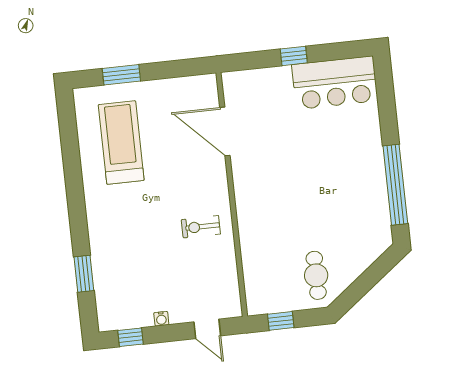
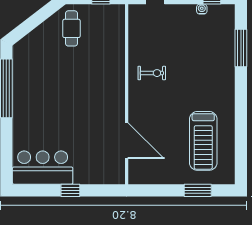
window: (84, 274) -> (241, 48), width x1.44
water cooler: (161, 319) -> (202, 9), moved

